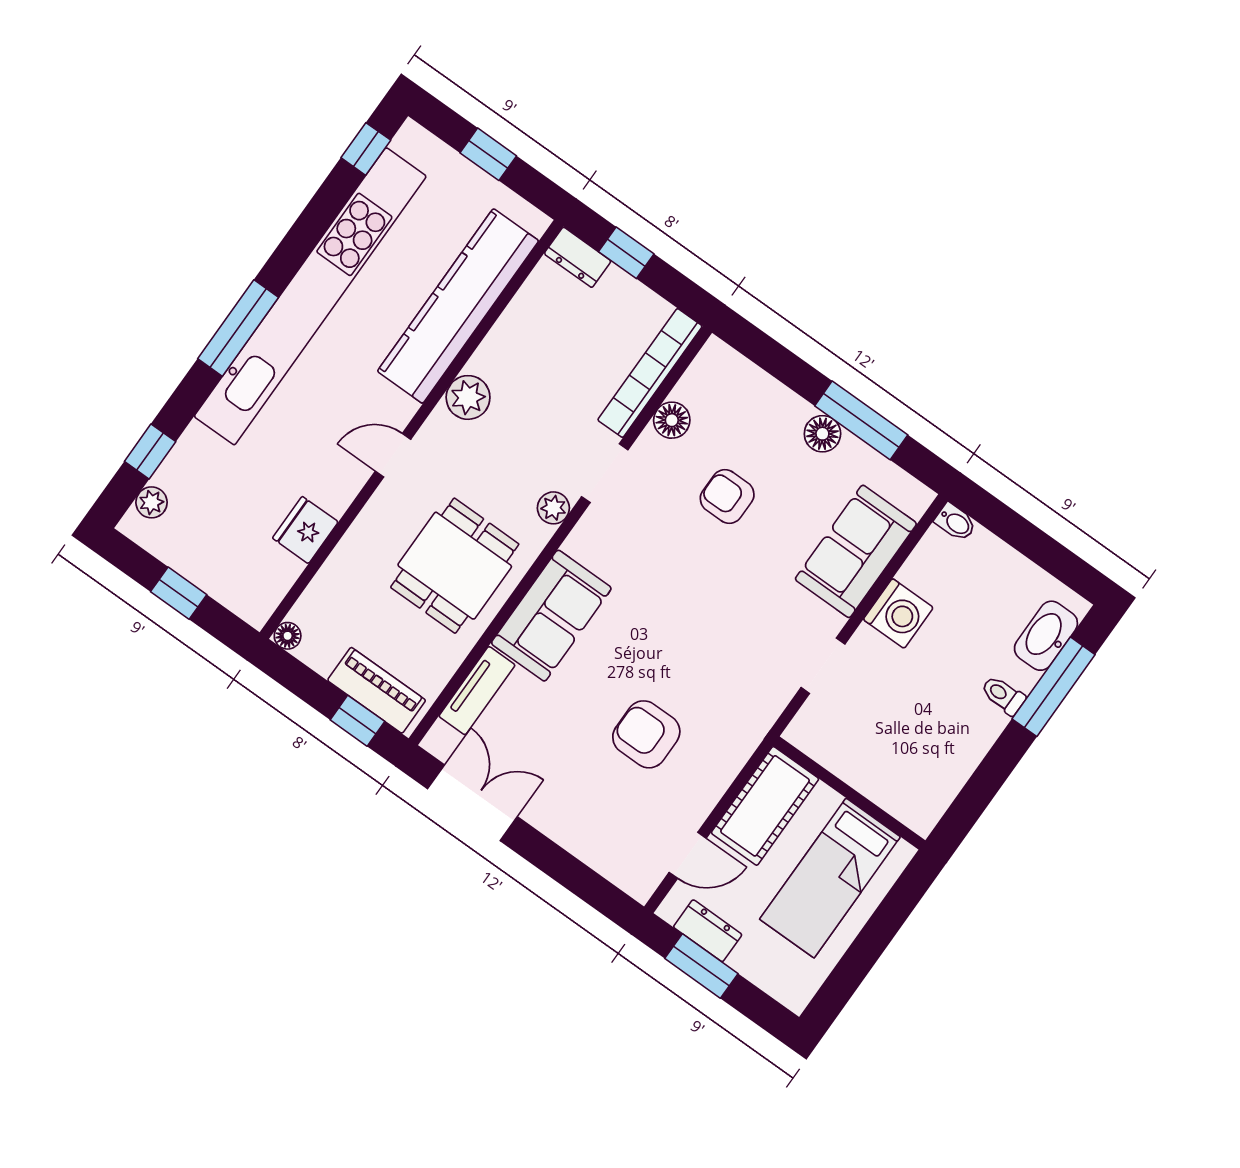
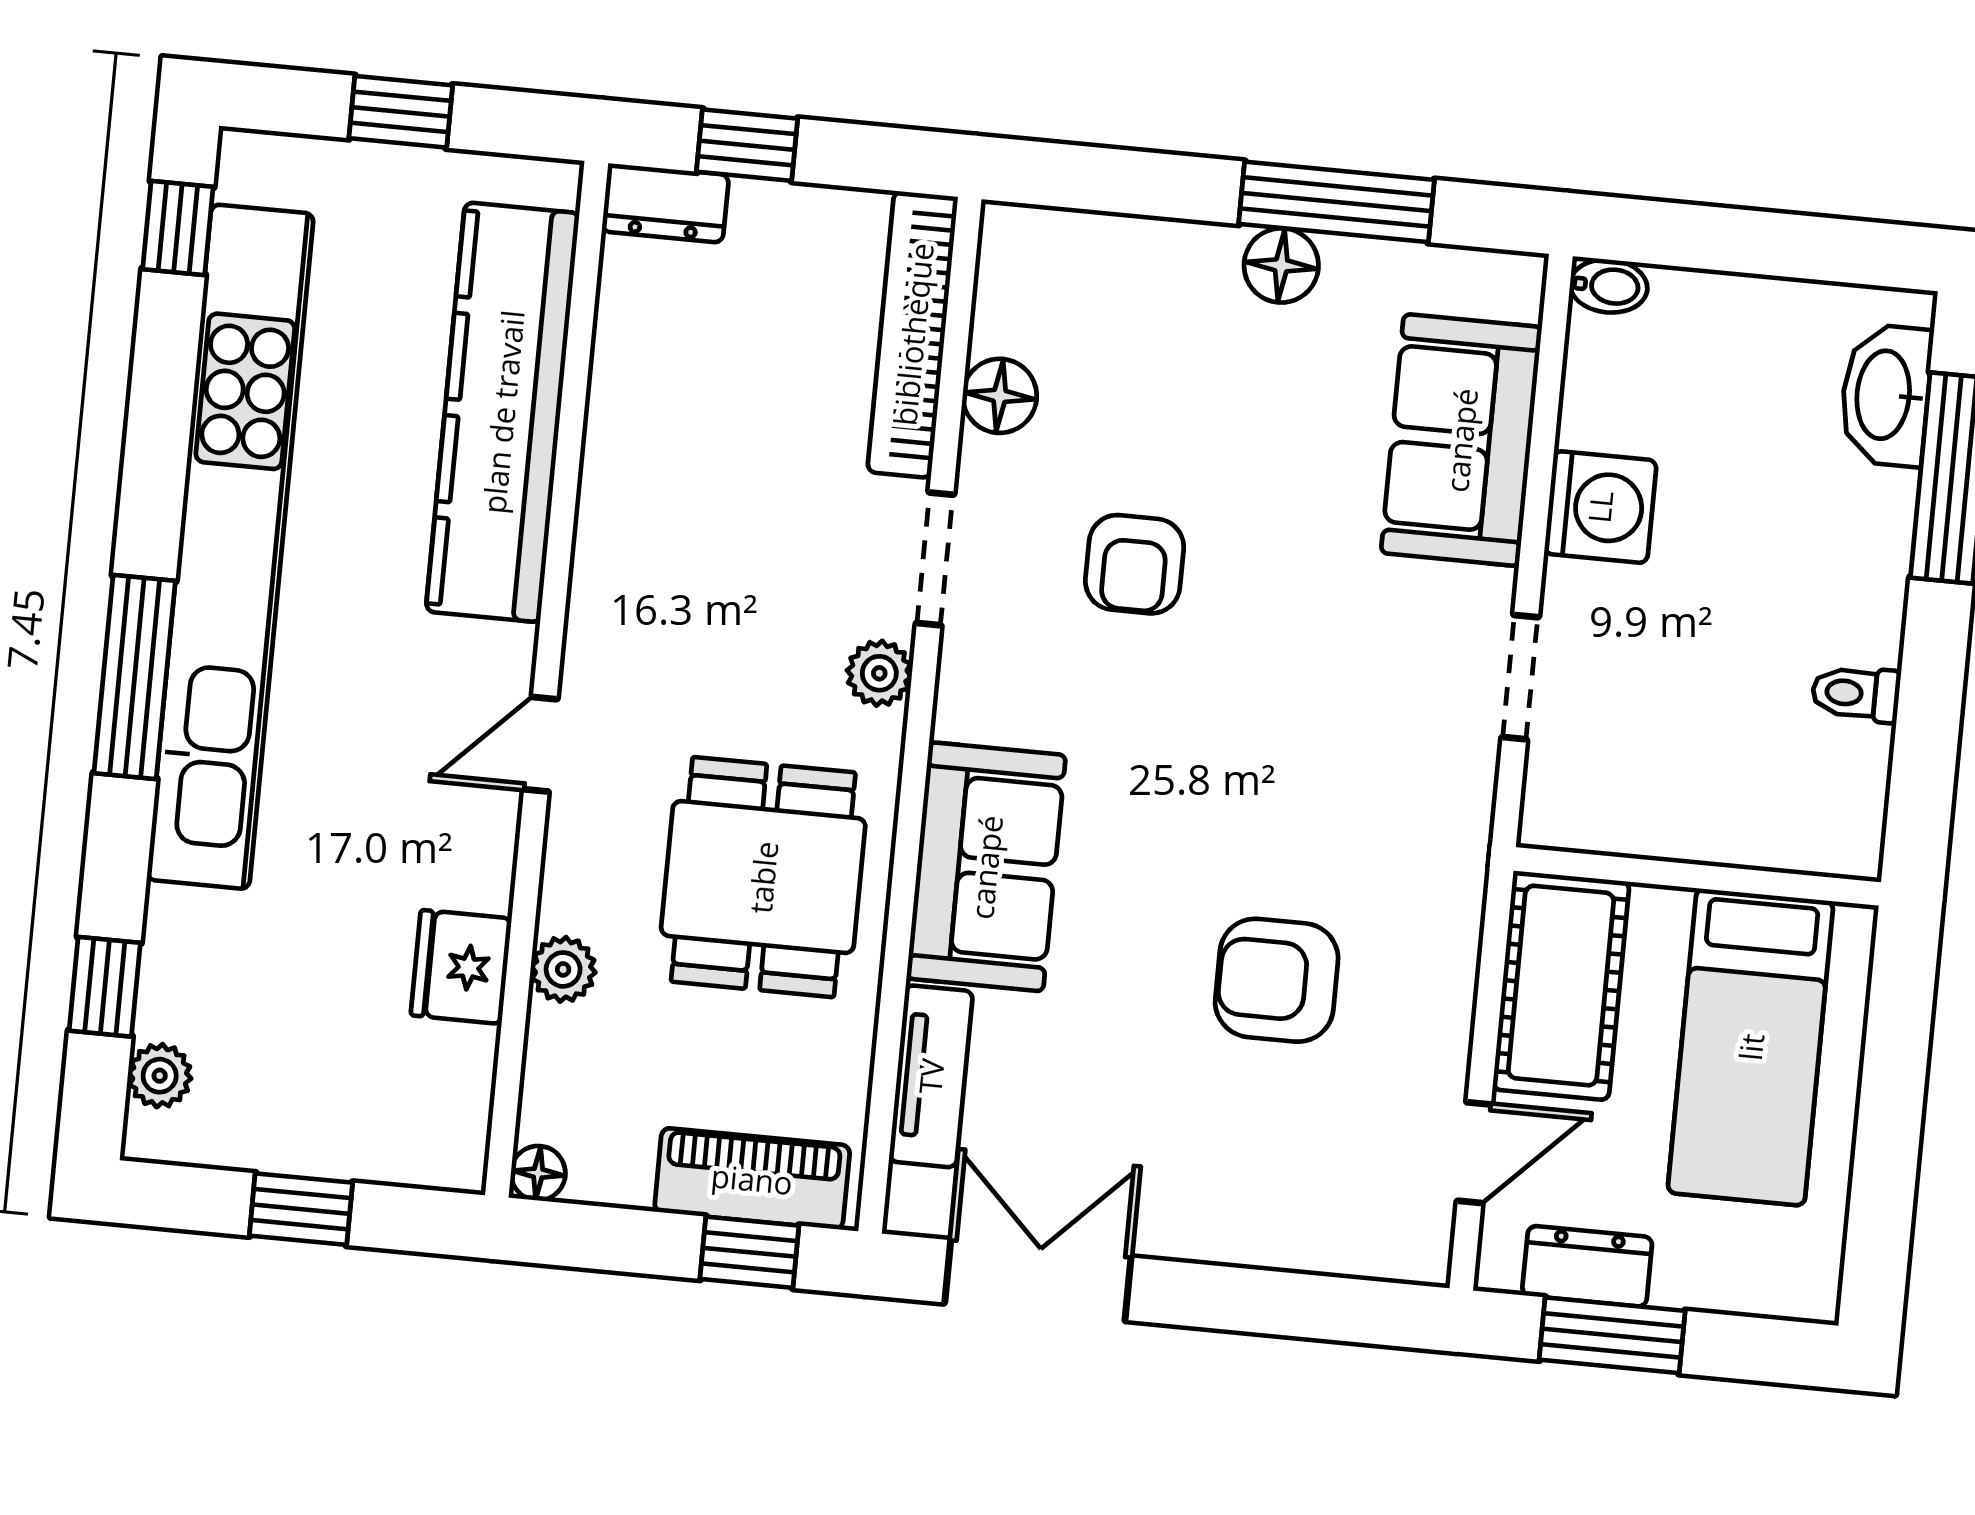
plant: (468, 397) -> (563, 969), moved, width x0.73, depth x0.73
armchair: (727, 497) -> (1135, 564), moved, turned -90
toilet: (1003, 695) -> (1856, 694), moved

